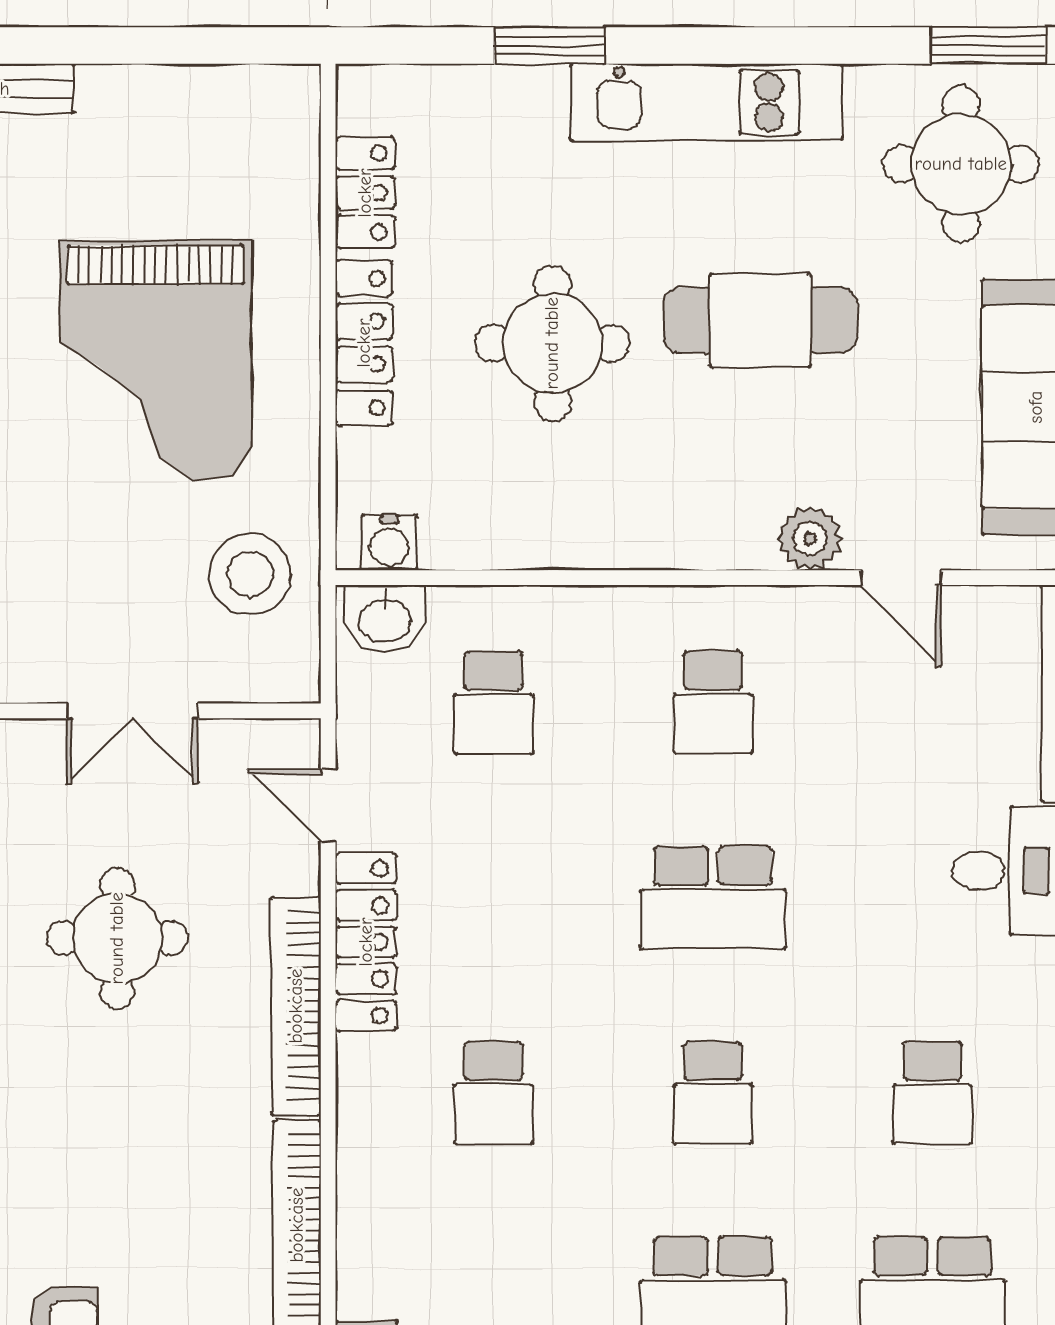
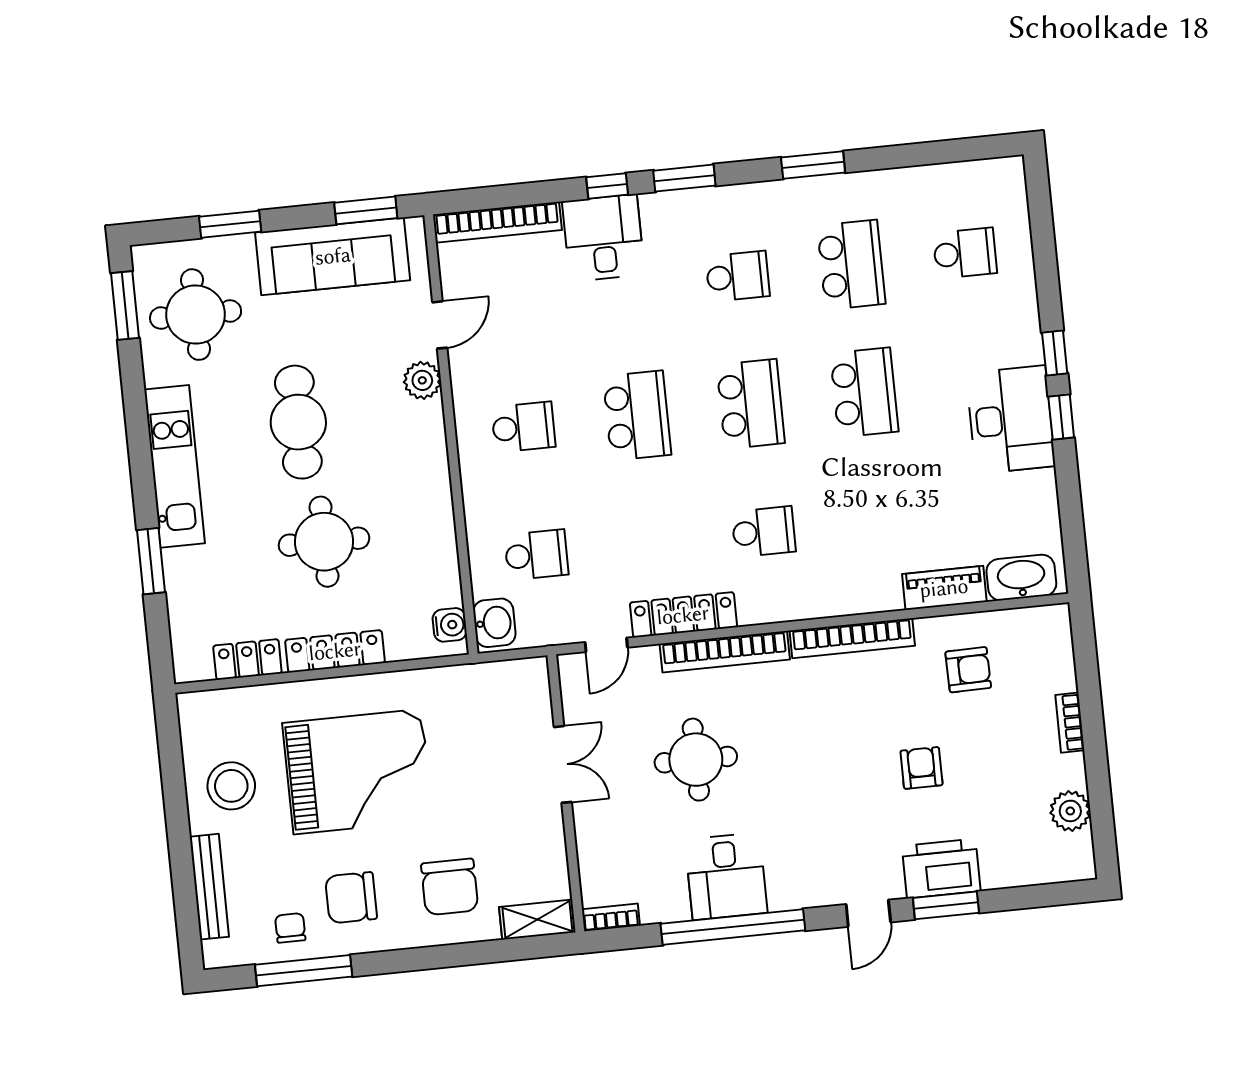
stool: (250, 574) -> (231, 786), moved
school desk: (713, 1093) -> (751, 404), width x1.85

